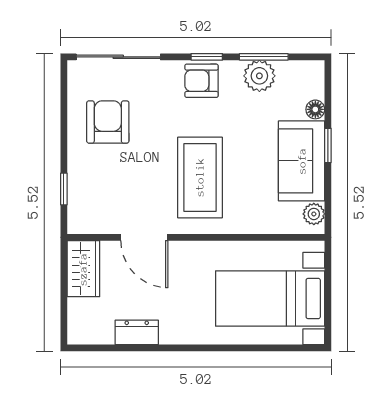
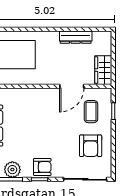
coffee table: (200, 177) -> (91, 112), moved, width x0.54, depth x0.58
door: (144, 237) -> (72, 86), swing flipped
dresser: (137, 332) -> (76, 37), width x1.44

